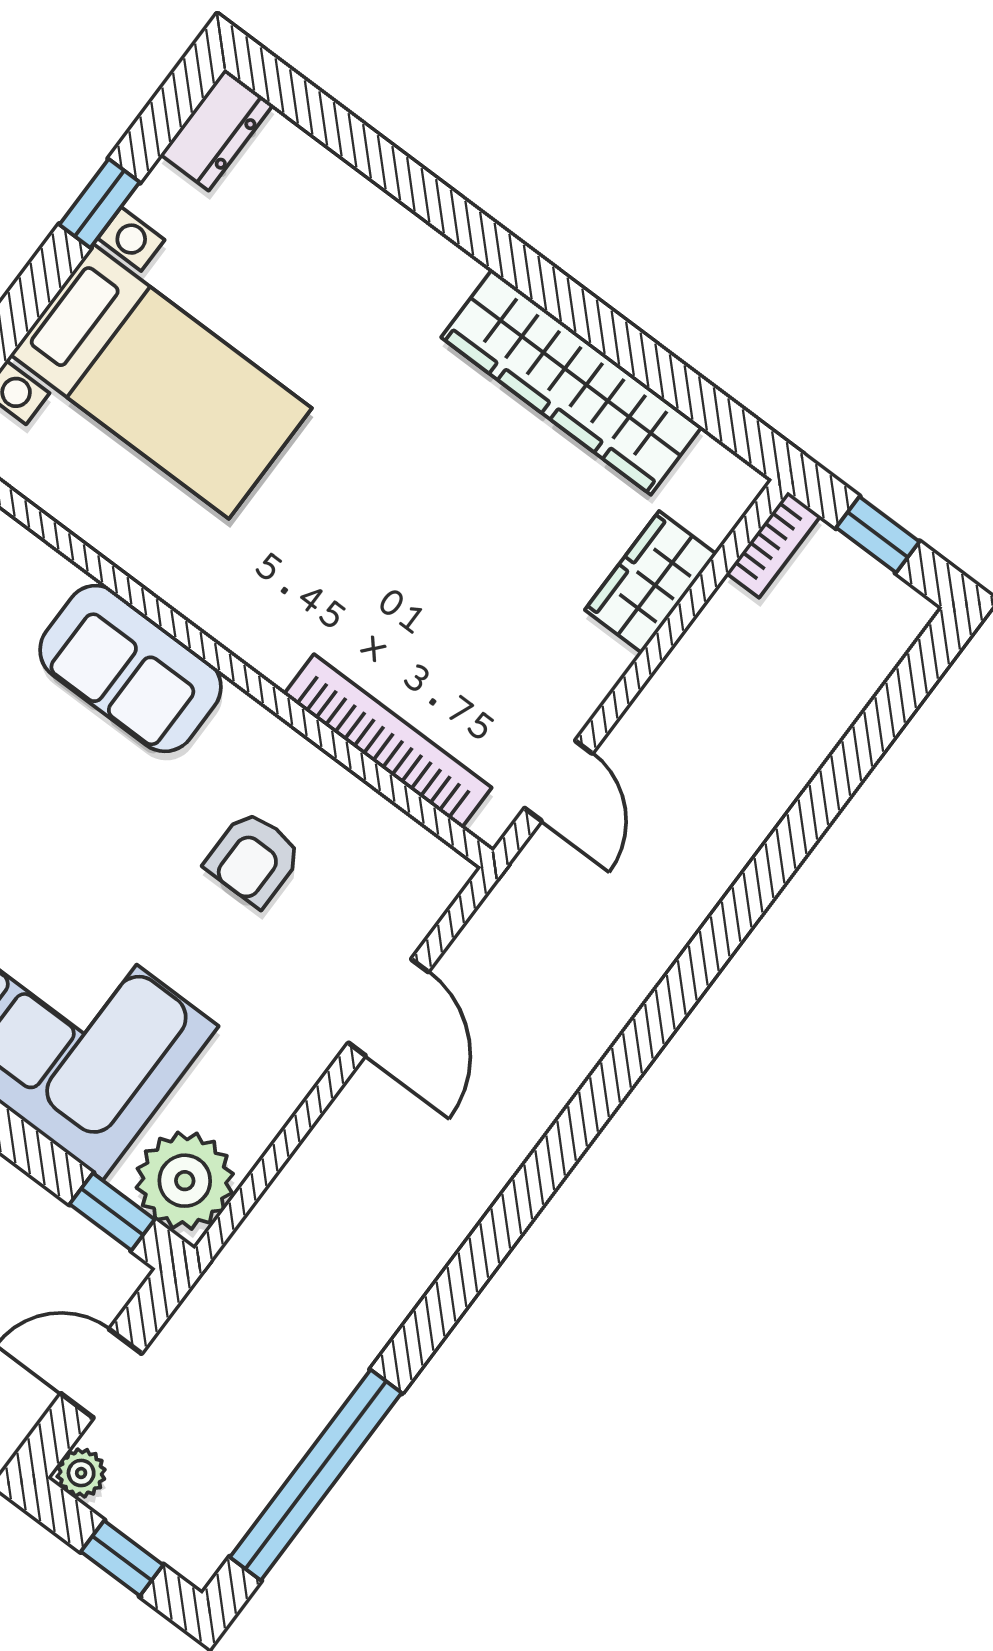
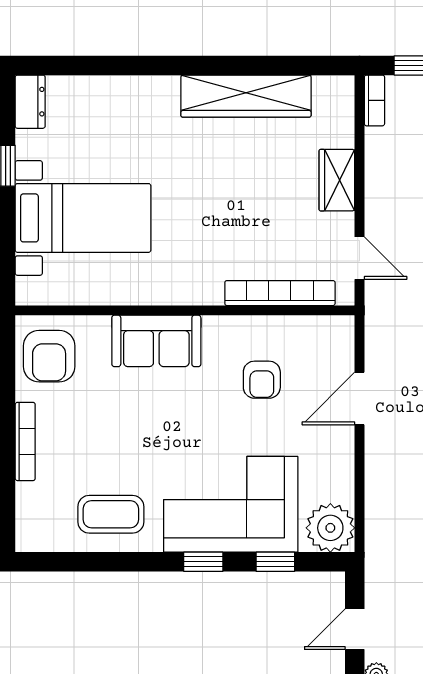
wardrobe: (651, 582) -> (337, 180), moved
door: (388, 1007) -> (359, 399), swing flipped
window: (112, 1212) -> (275, 562), moved

